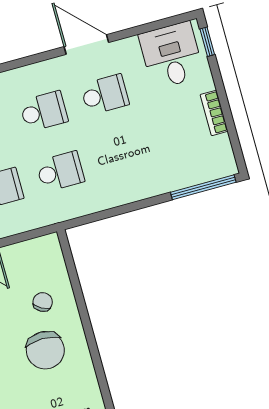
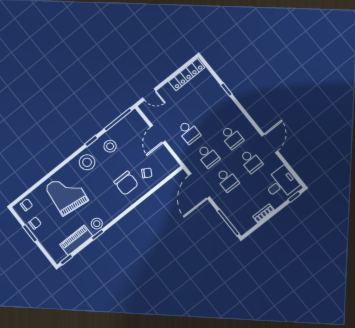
school desk: (121, 155) -> (227, 180), added
door: (111, 213) -> (199, 186), added
chair: (45, 350) -> (126, 183), turned -90

